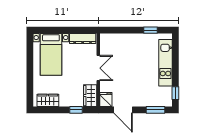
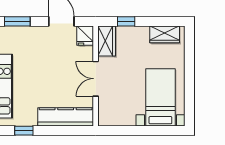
dresser: (83, 38) -> (117, 119), removed
kitchen counter: (120, 40) -> (66, 117), added

